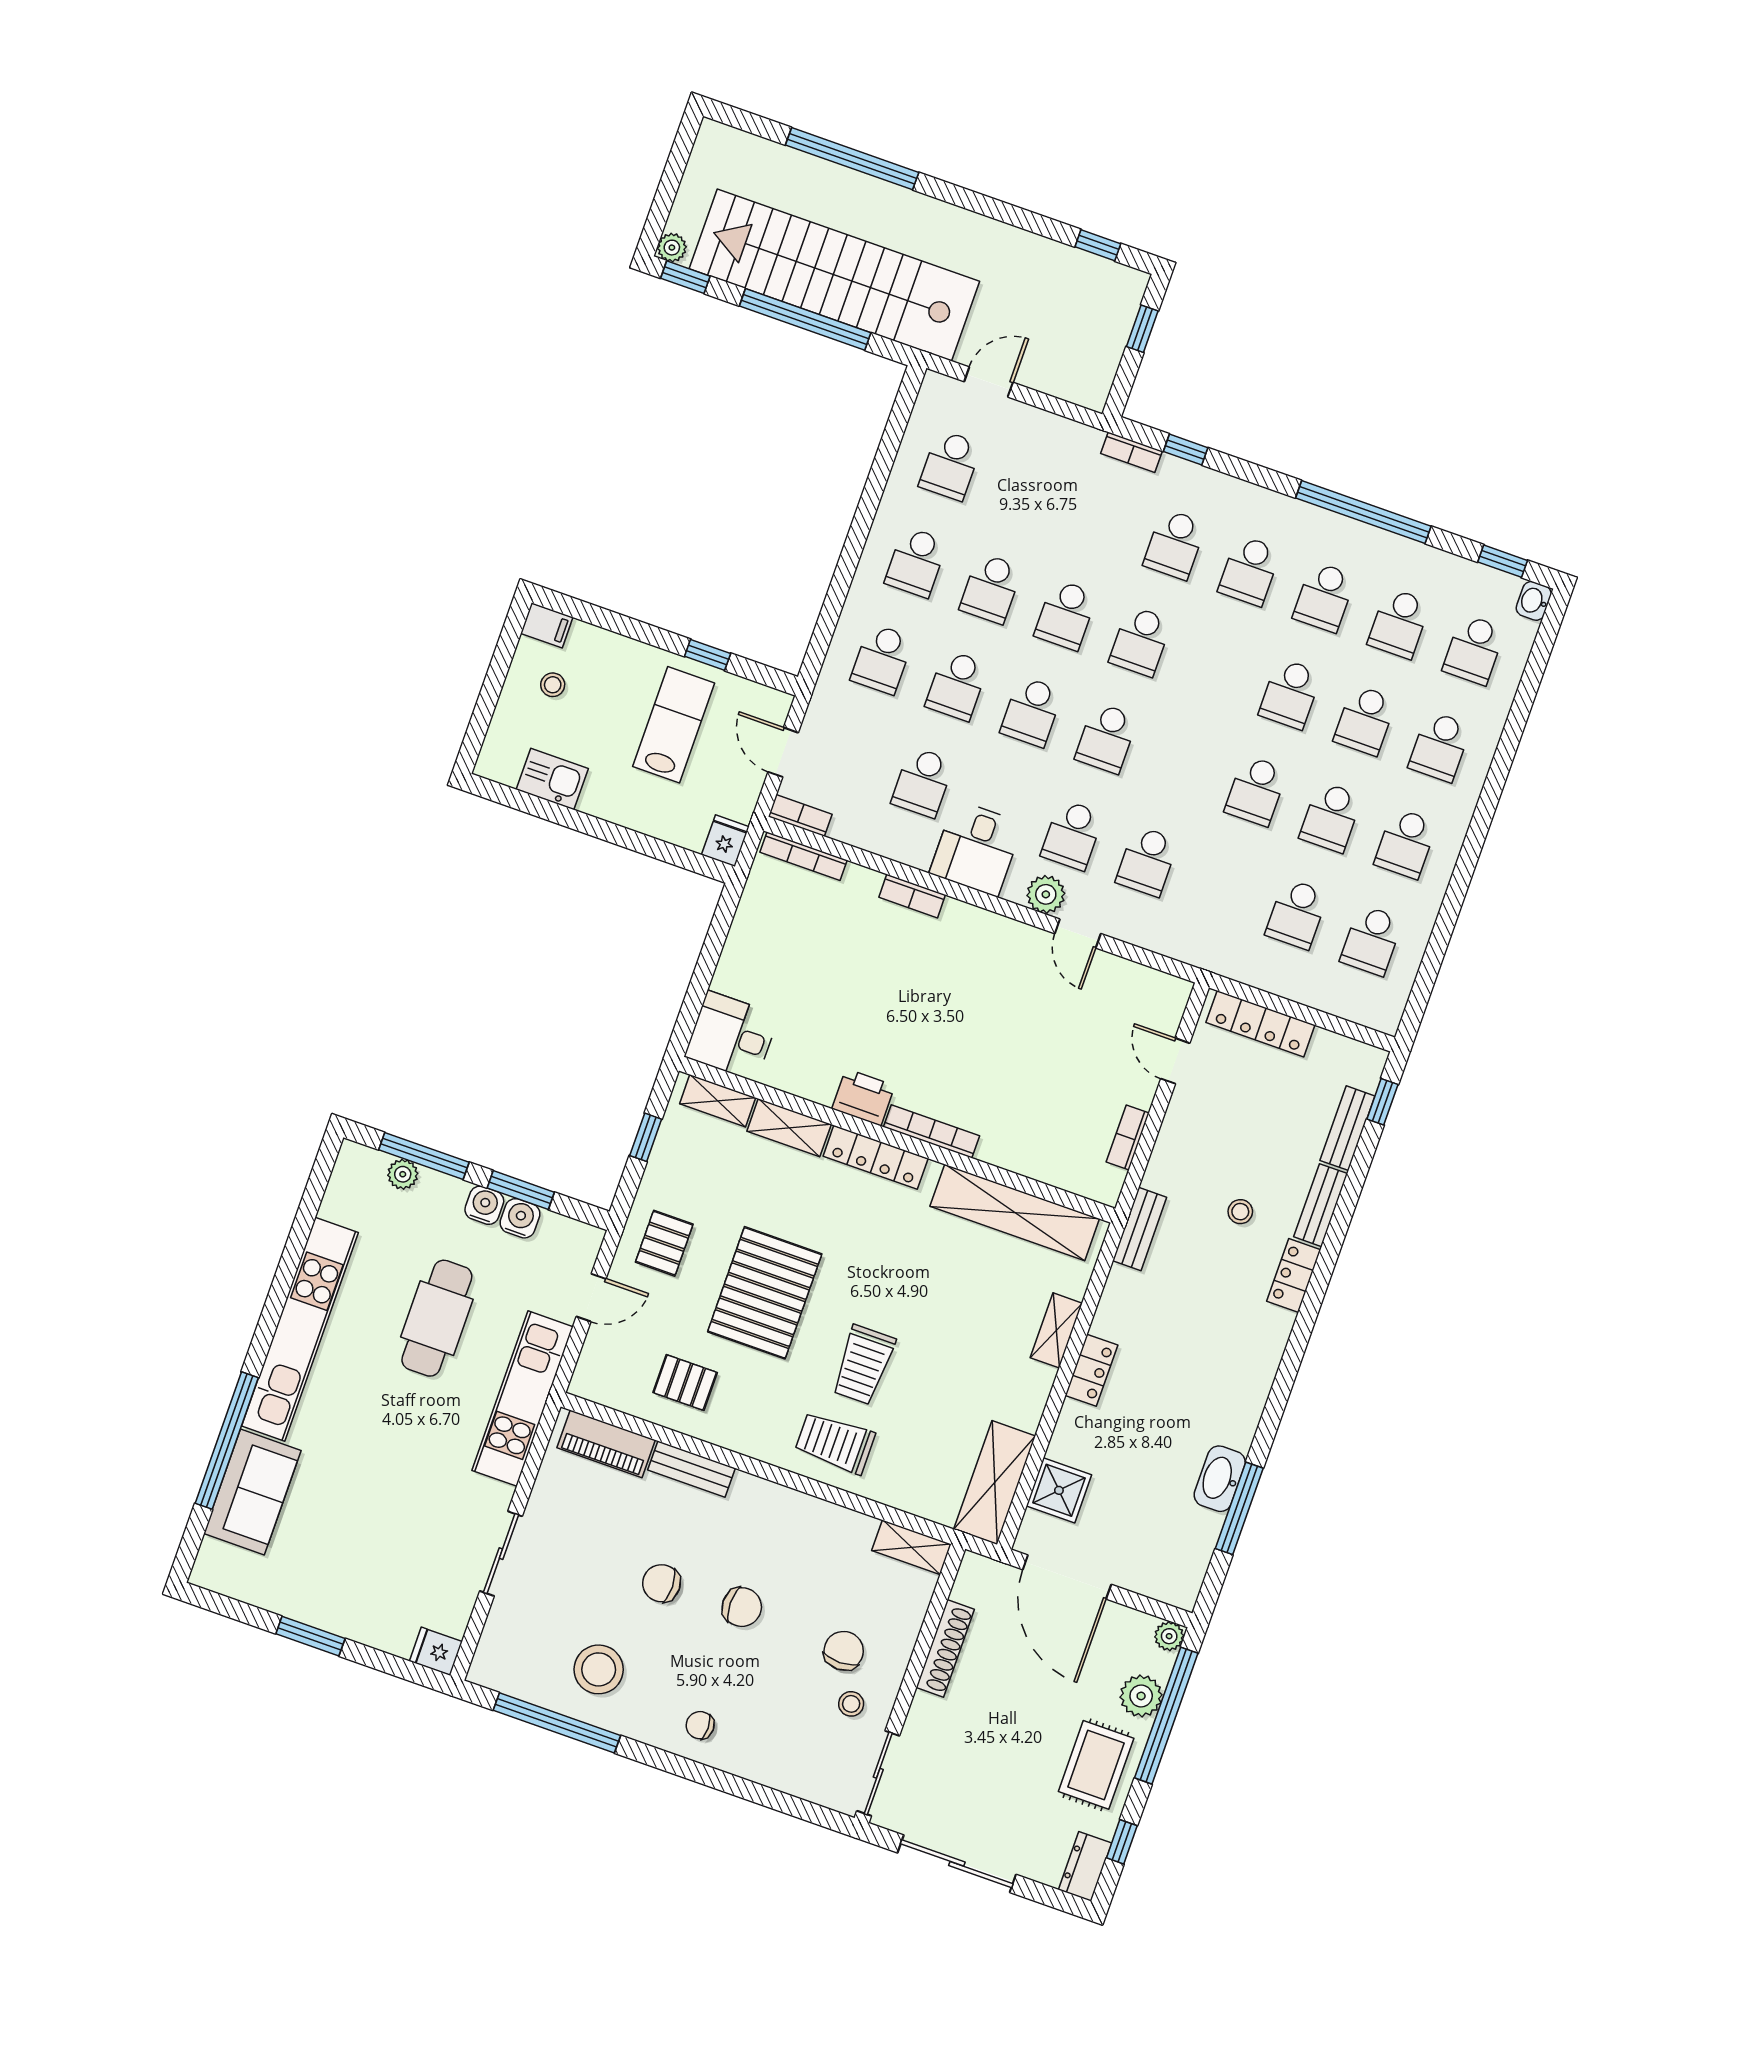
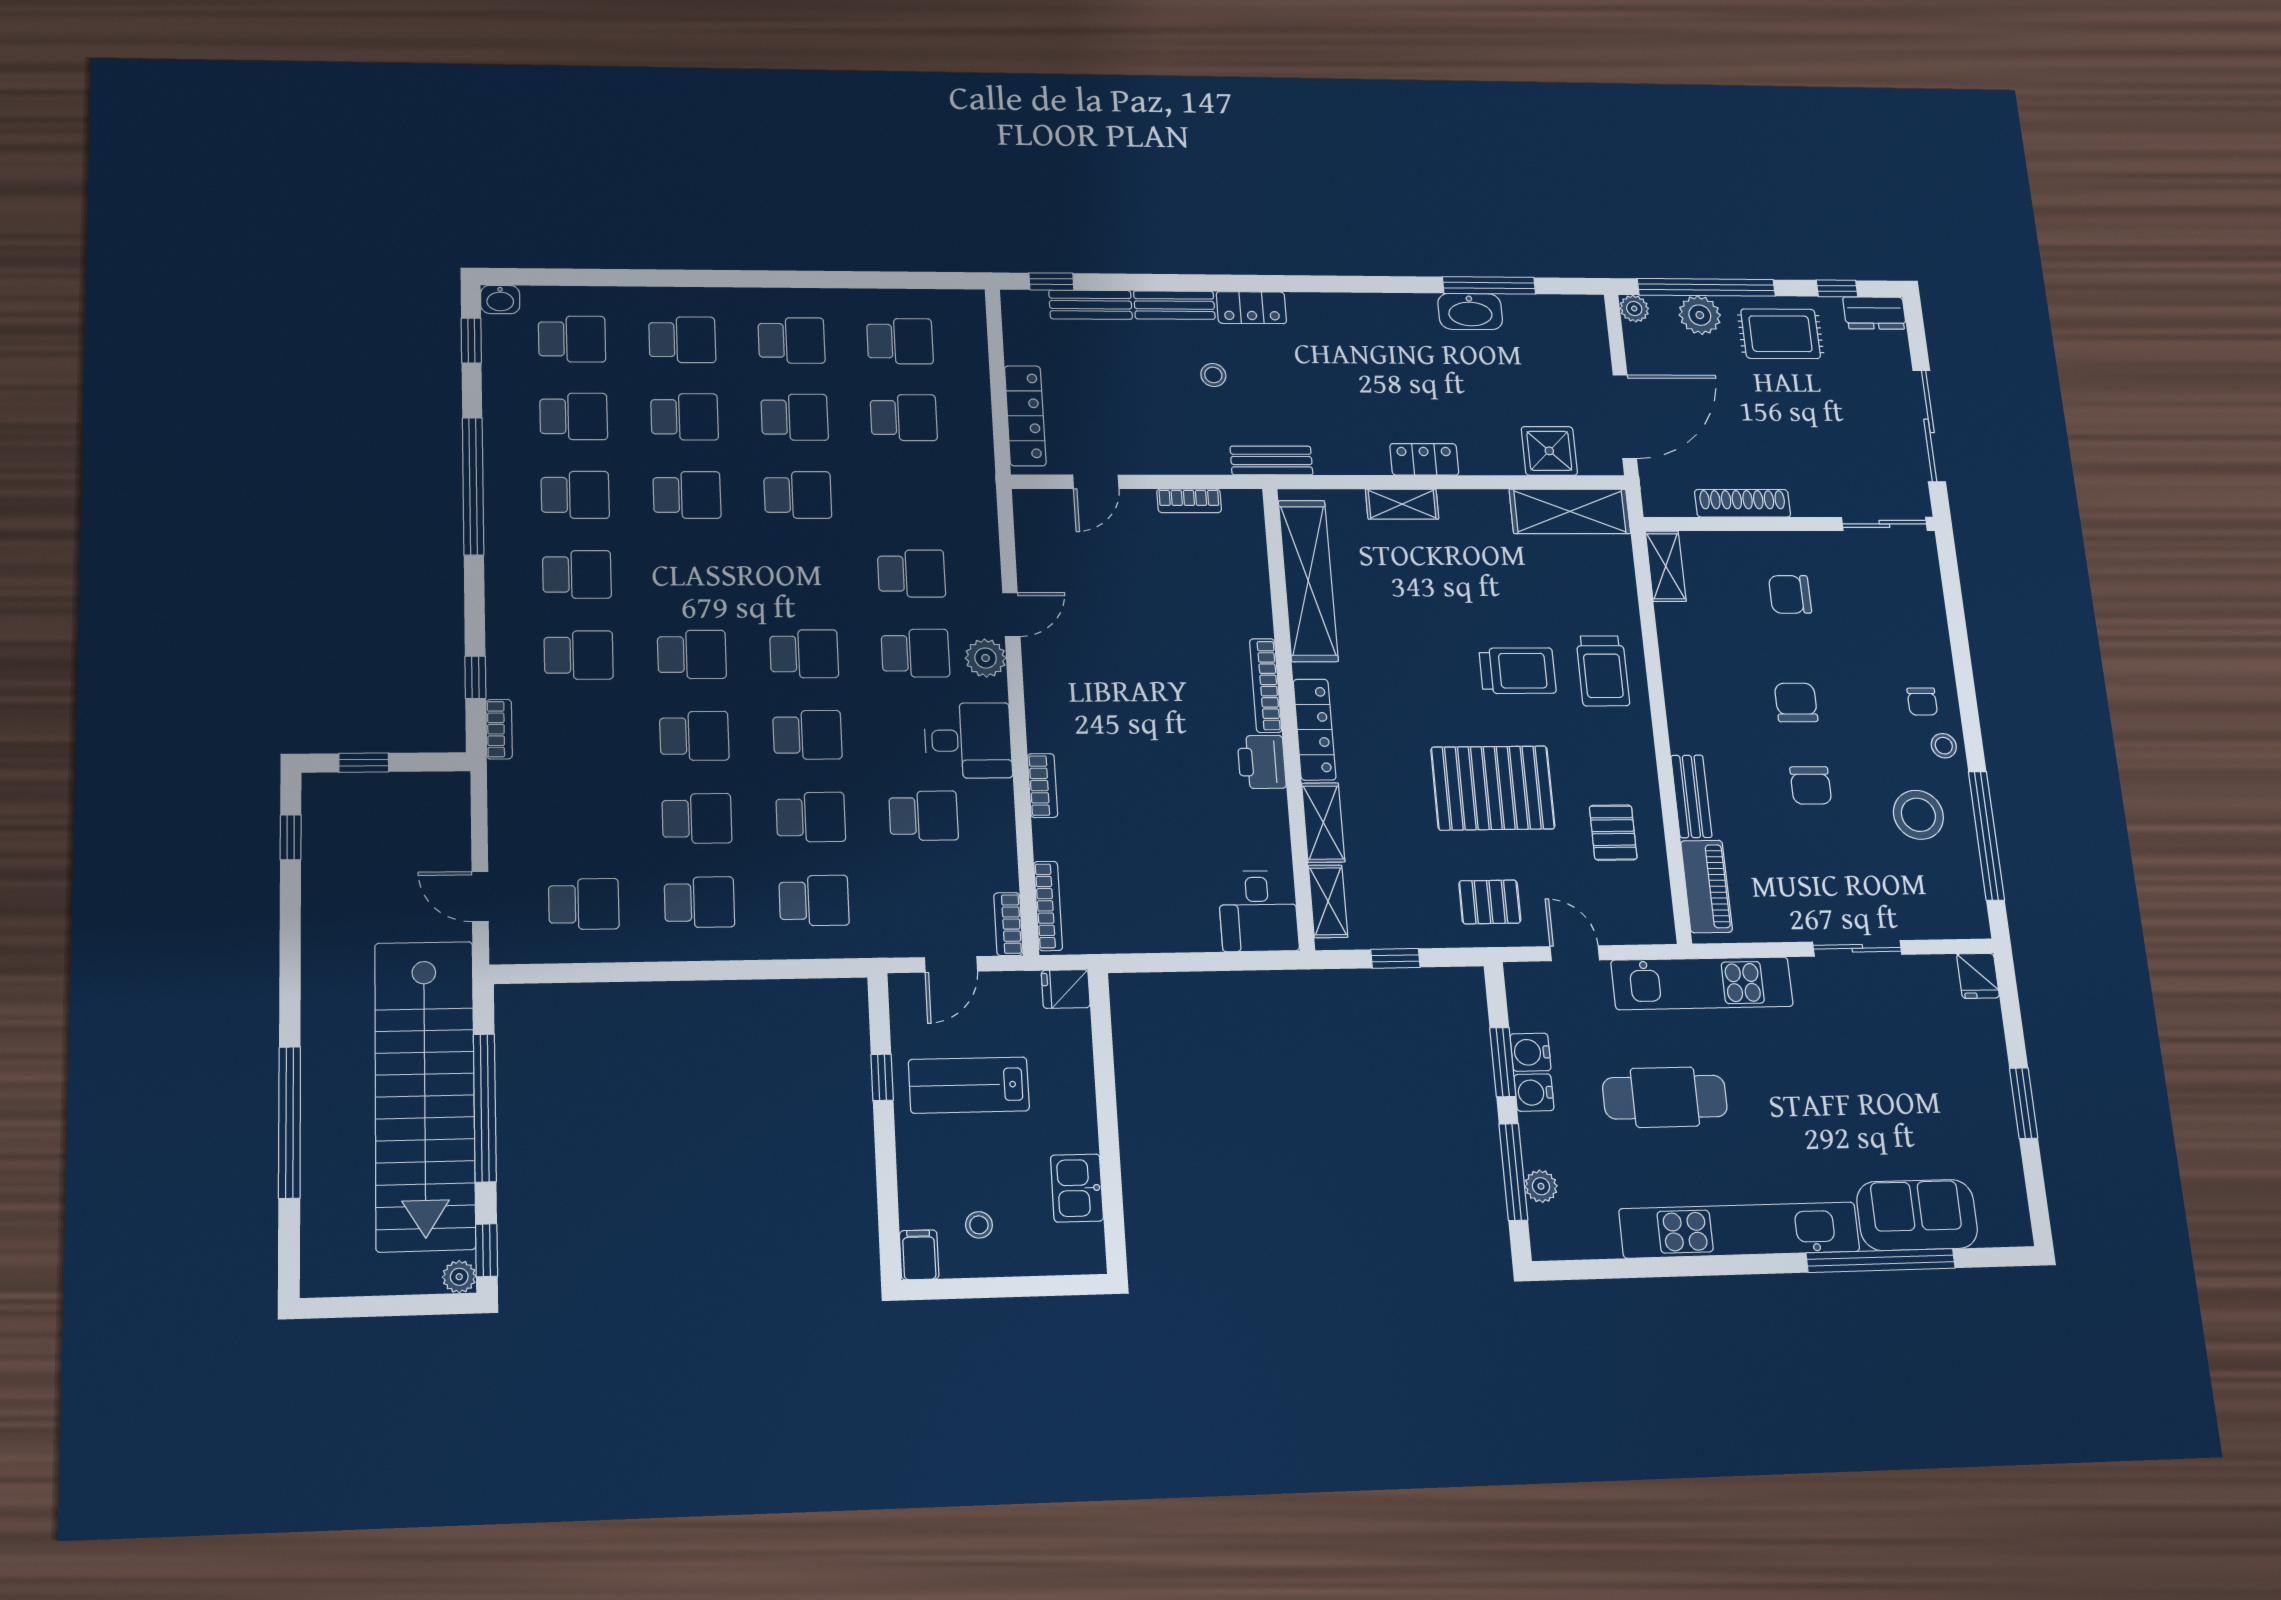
stool: (851, 1704) -> (1944, 746), moved

